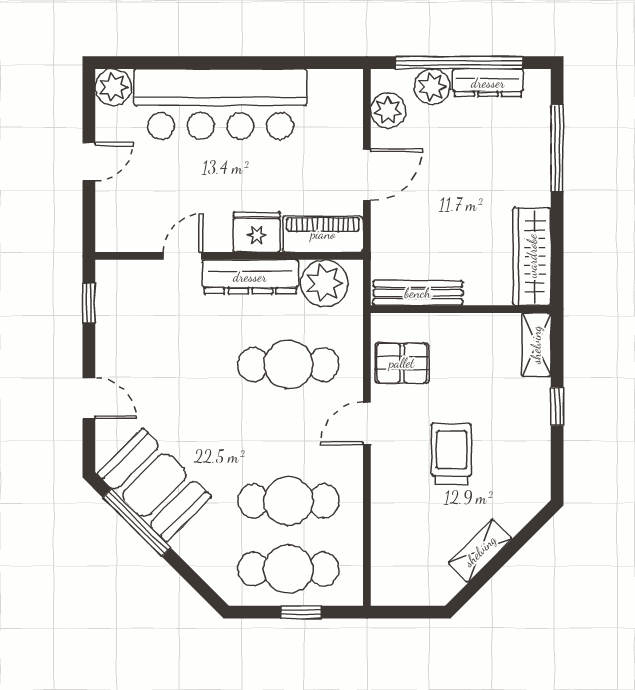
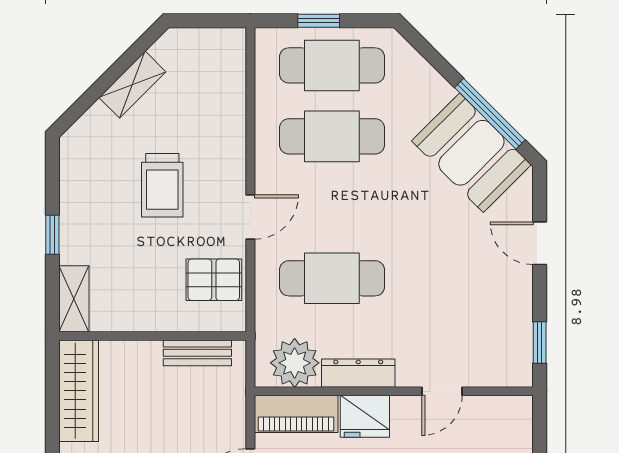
dresser: (250, 277) -> (358, 373), width x0.73, depth x0.80
bench: (418, 293) -> (197, 353), width x0.73

